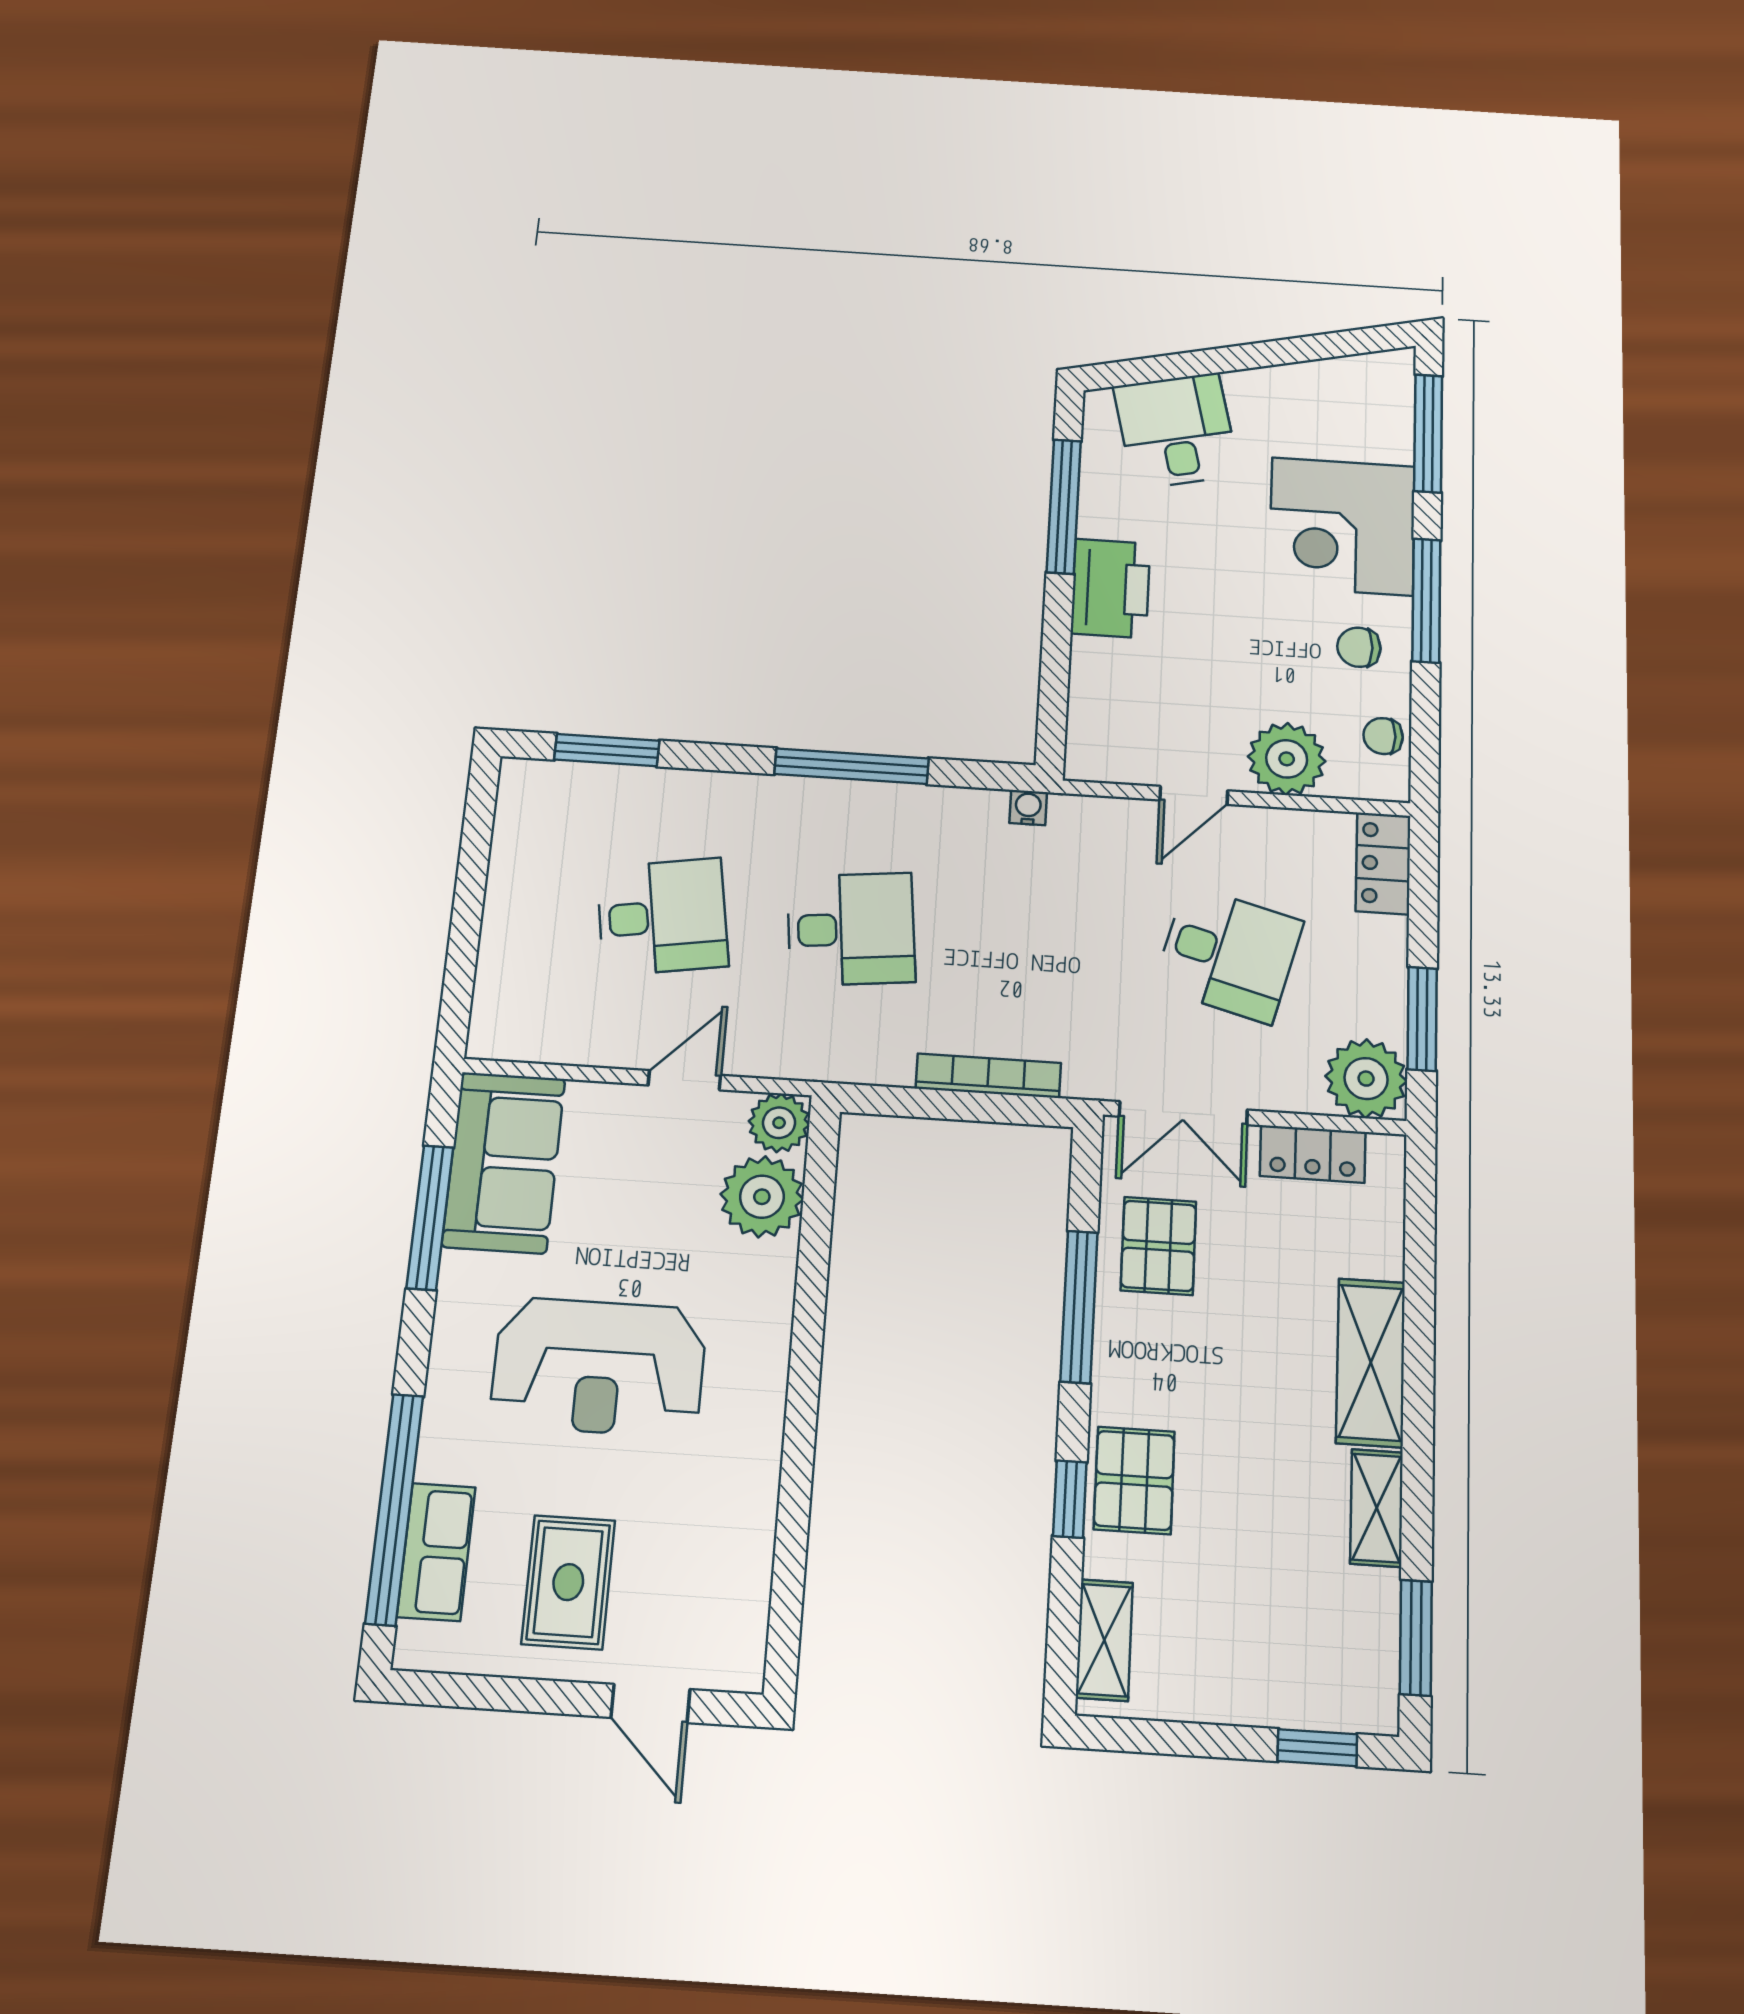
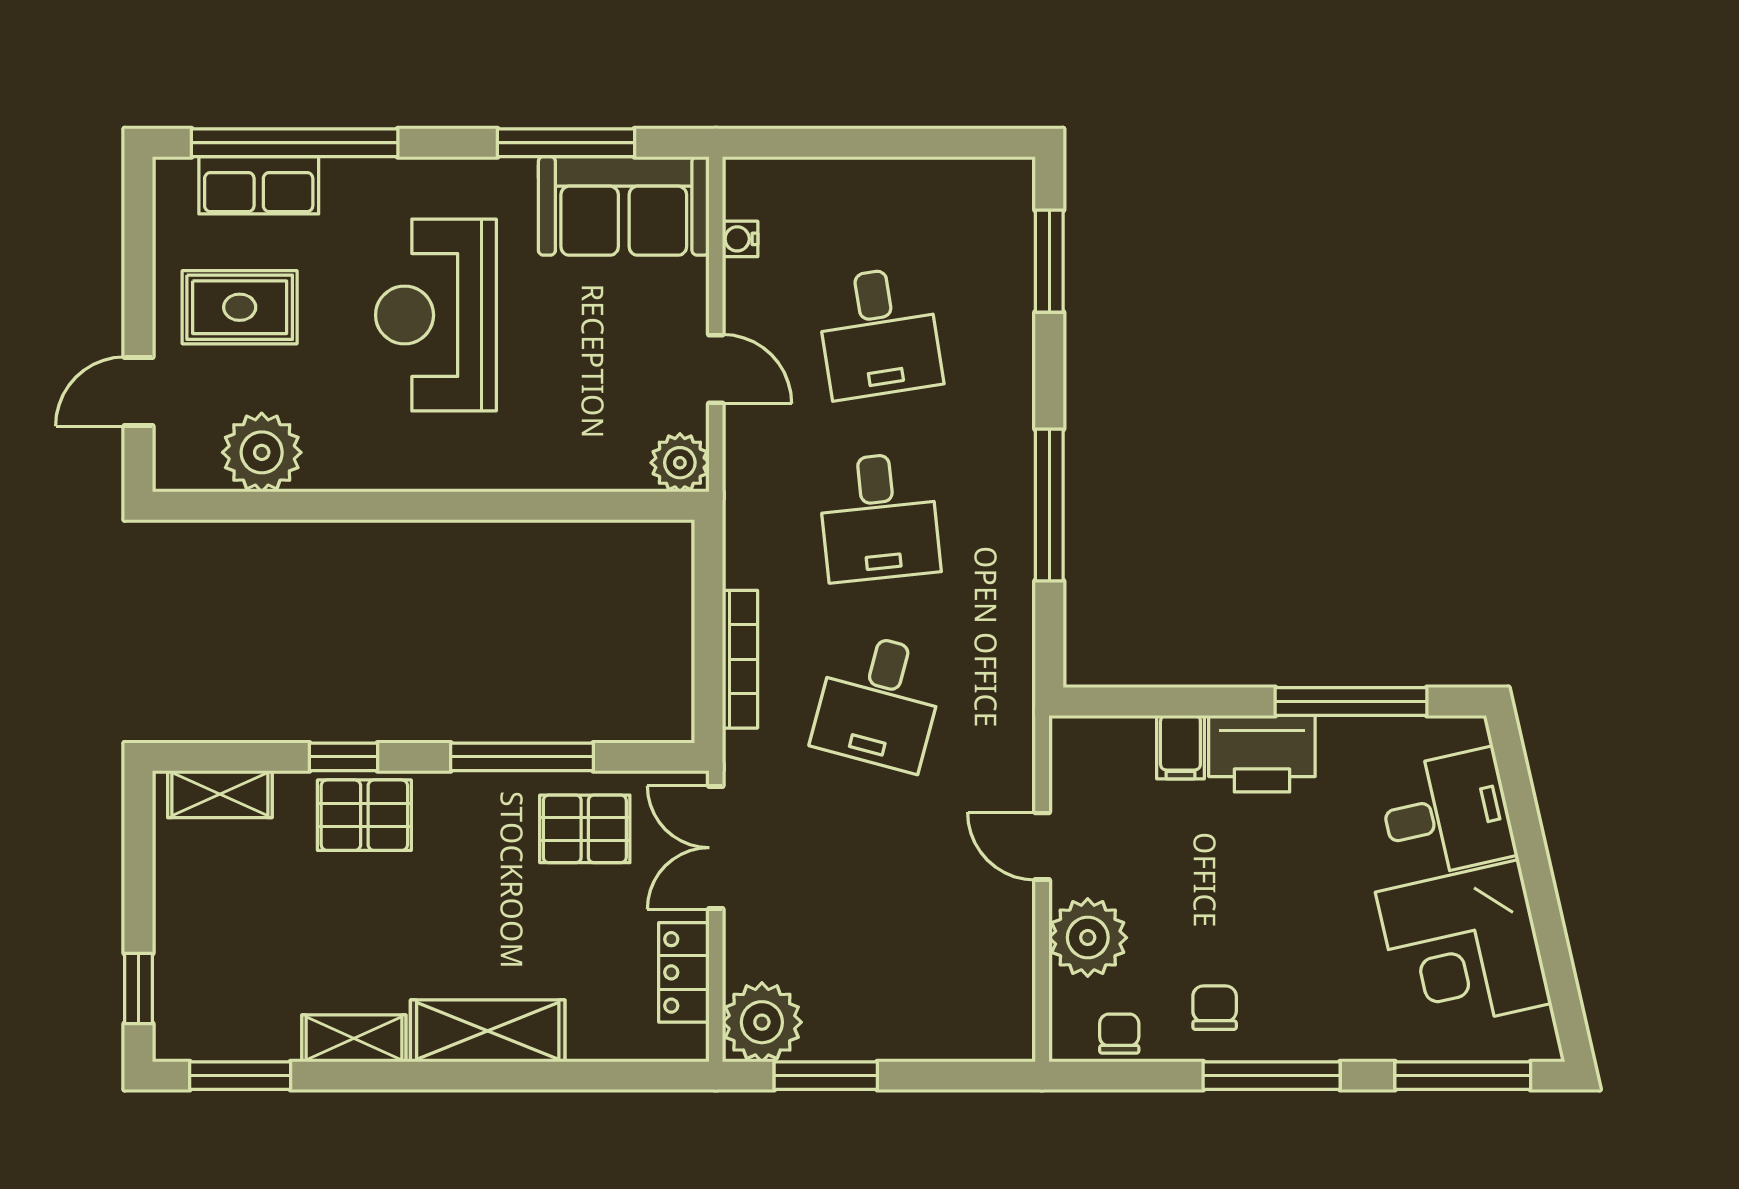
corner desk: (1342, 526) -> (1463, 948), moved, turned -103
filing cabinet: (1101, 661) -> (1180, 747), added
water cooler: (1028, 808) -> (740, 239), moved, turned 180
locker: (1383, 863) -> (983, 1035), removed
desk: (1228, 954) -> (879, 701), moved
plant: (762, 1197) -> (262, 452), moved

